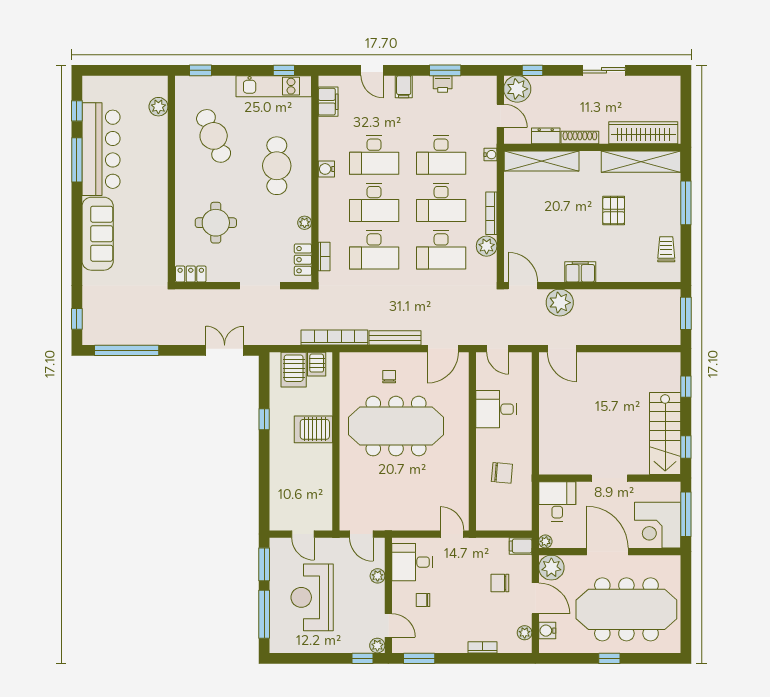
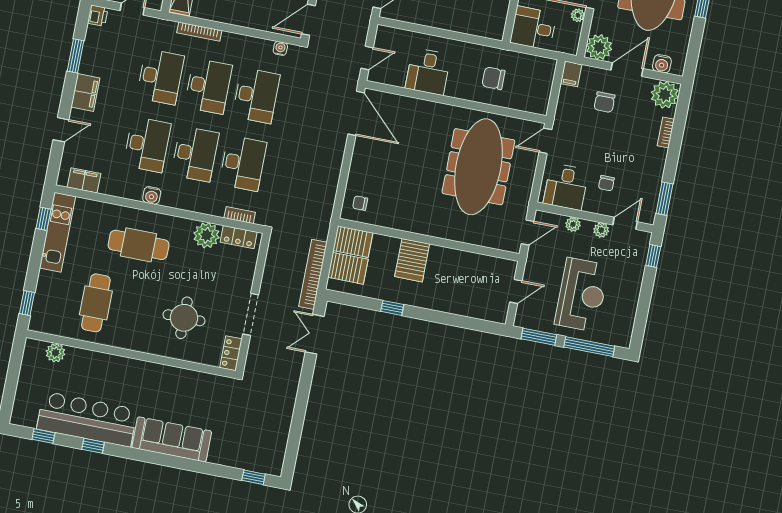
printer: (443, 84) -> (98, 16), moved
filing cabinet: (404, 87) -> (85, 93), width x2.00
cafe table: (214, 136) -> (96, 303), turned -67
water cooler: (490, 155) -> (280, 48), moved
window: (77, 160) -> (93, 446), width x0.46
bookcase: (491, 213) -> (199, 32), moved
plant: (305, 223) -> (206, 235), width x1.88, depth x1.88
plant: (487, 246) -> (261, 49), removed
doorway: (260, 286) -> (251, 314), moved
bookcase: (334, 337) -> (313, 274), moved
bench: (395, 338) -> (336, 160), removed
door: (443, 349) -> (356, 113), width x1.36
window: (127, 350) -> (295, 433), removed
server rack: (317, 364) -> (353, 242), width x1.36, depth x1.44
chair: (389, 377) -> (360, 203), moved
meeting table: (396, 426) -> (478, 167), moved
chair: (502, 473) -> (493, 78), turned -95
plant: (545, 541) -> (578, 15), moved
reception desk: (312, 597) -> (582, 295), turned -90
plant: (525, 633) -> (665, 95), width x1.88, depth x1.88
plant: (377, 646) -> (601, 230), moved

